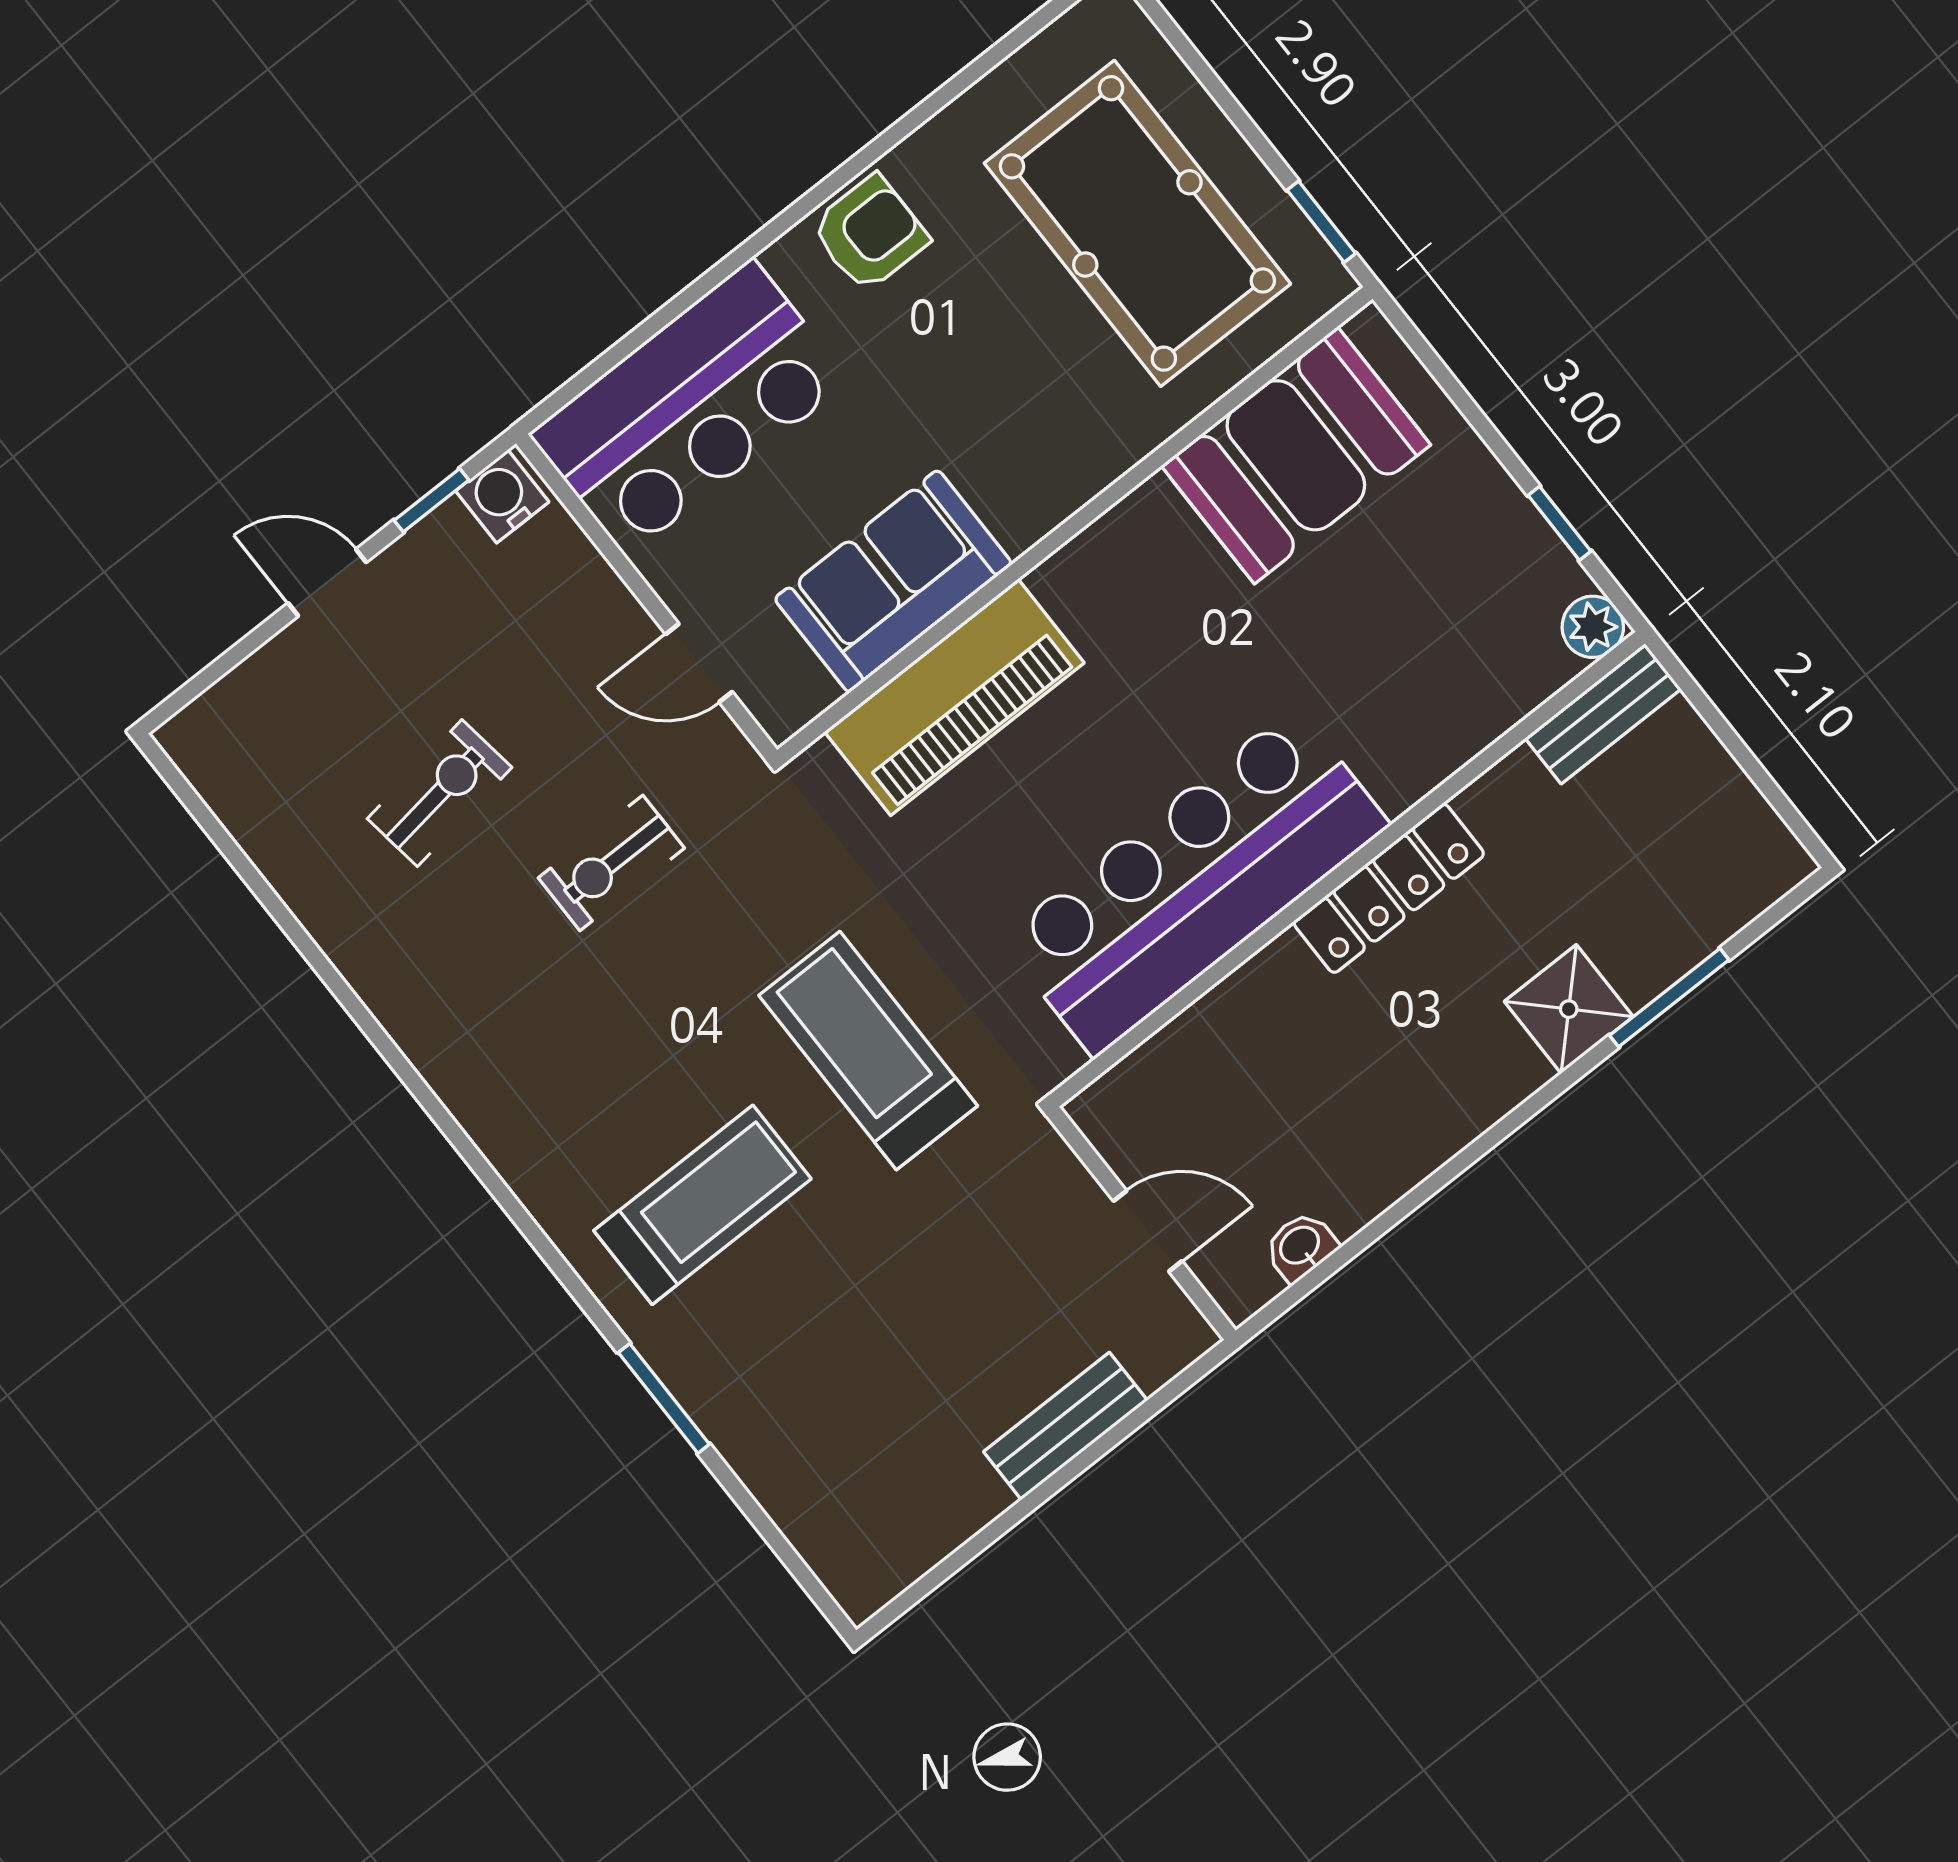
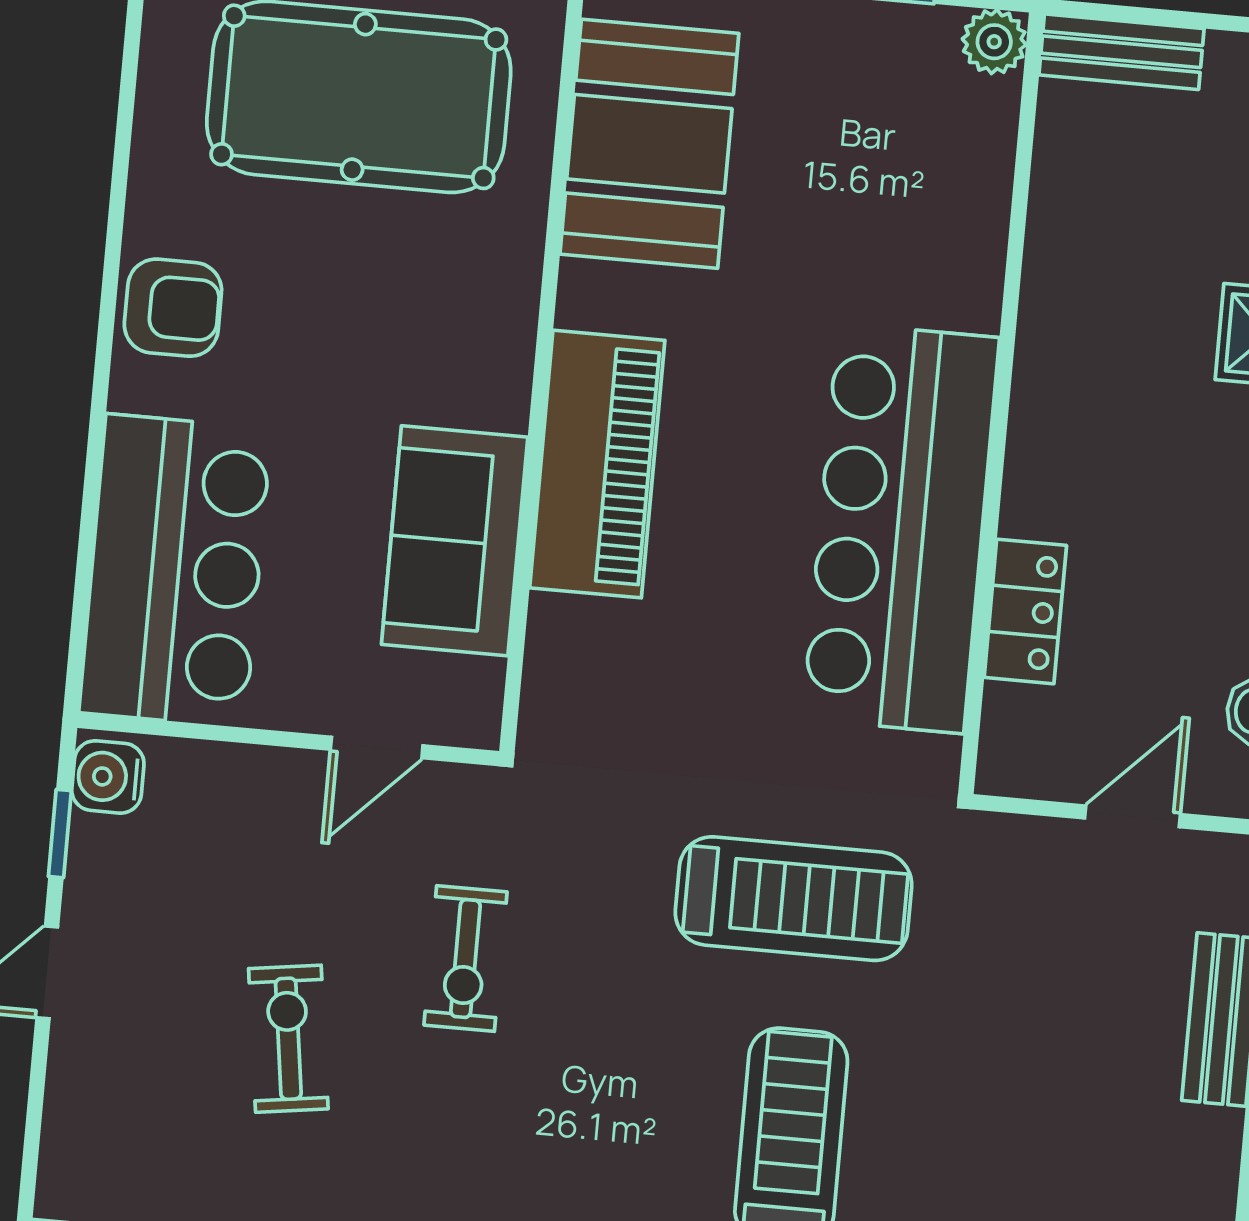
armchair: (870, 233) -> (173, 308), turned 90
piano: (954, 697) -> (597, 464), moved
bench: (1603, 714) -> (1122, 52), moved, turned 90
locker: (1389, 888) -> (1025, 611), moved, width x0.66
treadmill: (868, 1051) -> (793, 899), turned 180

